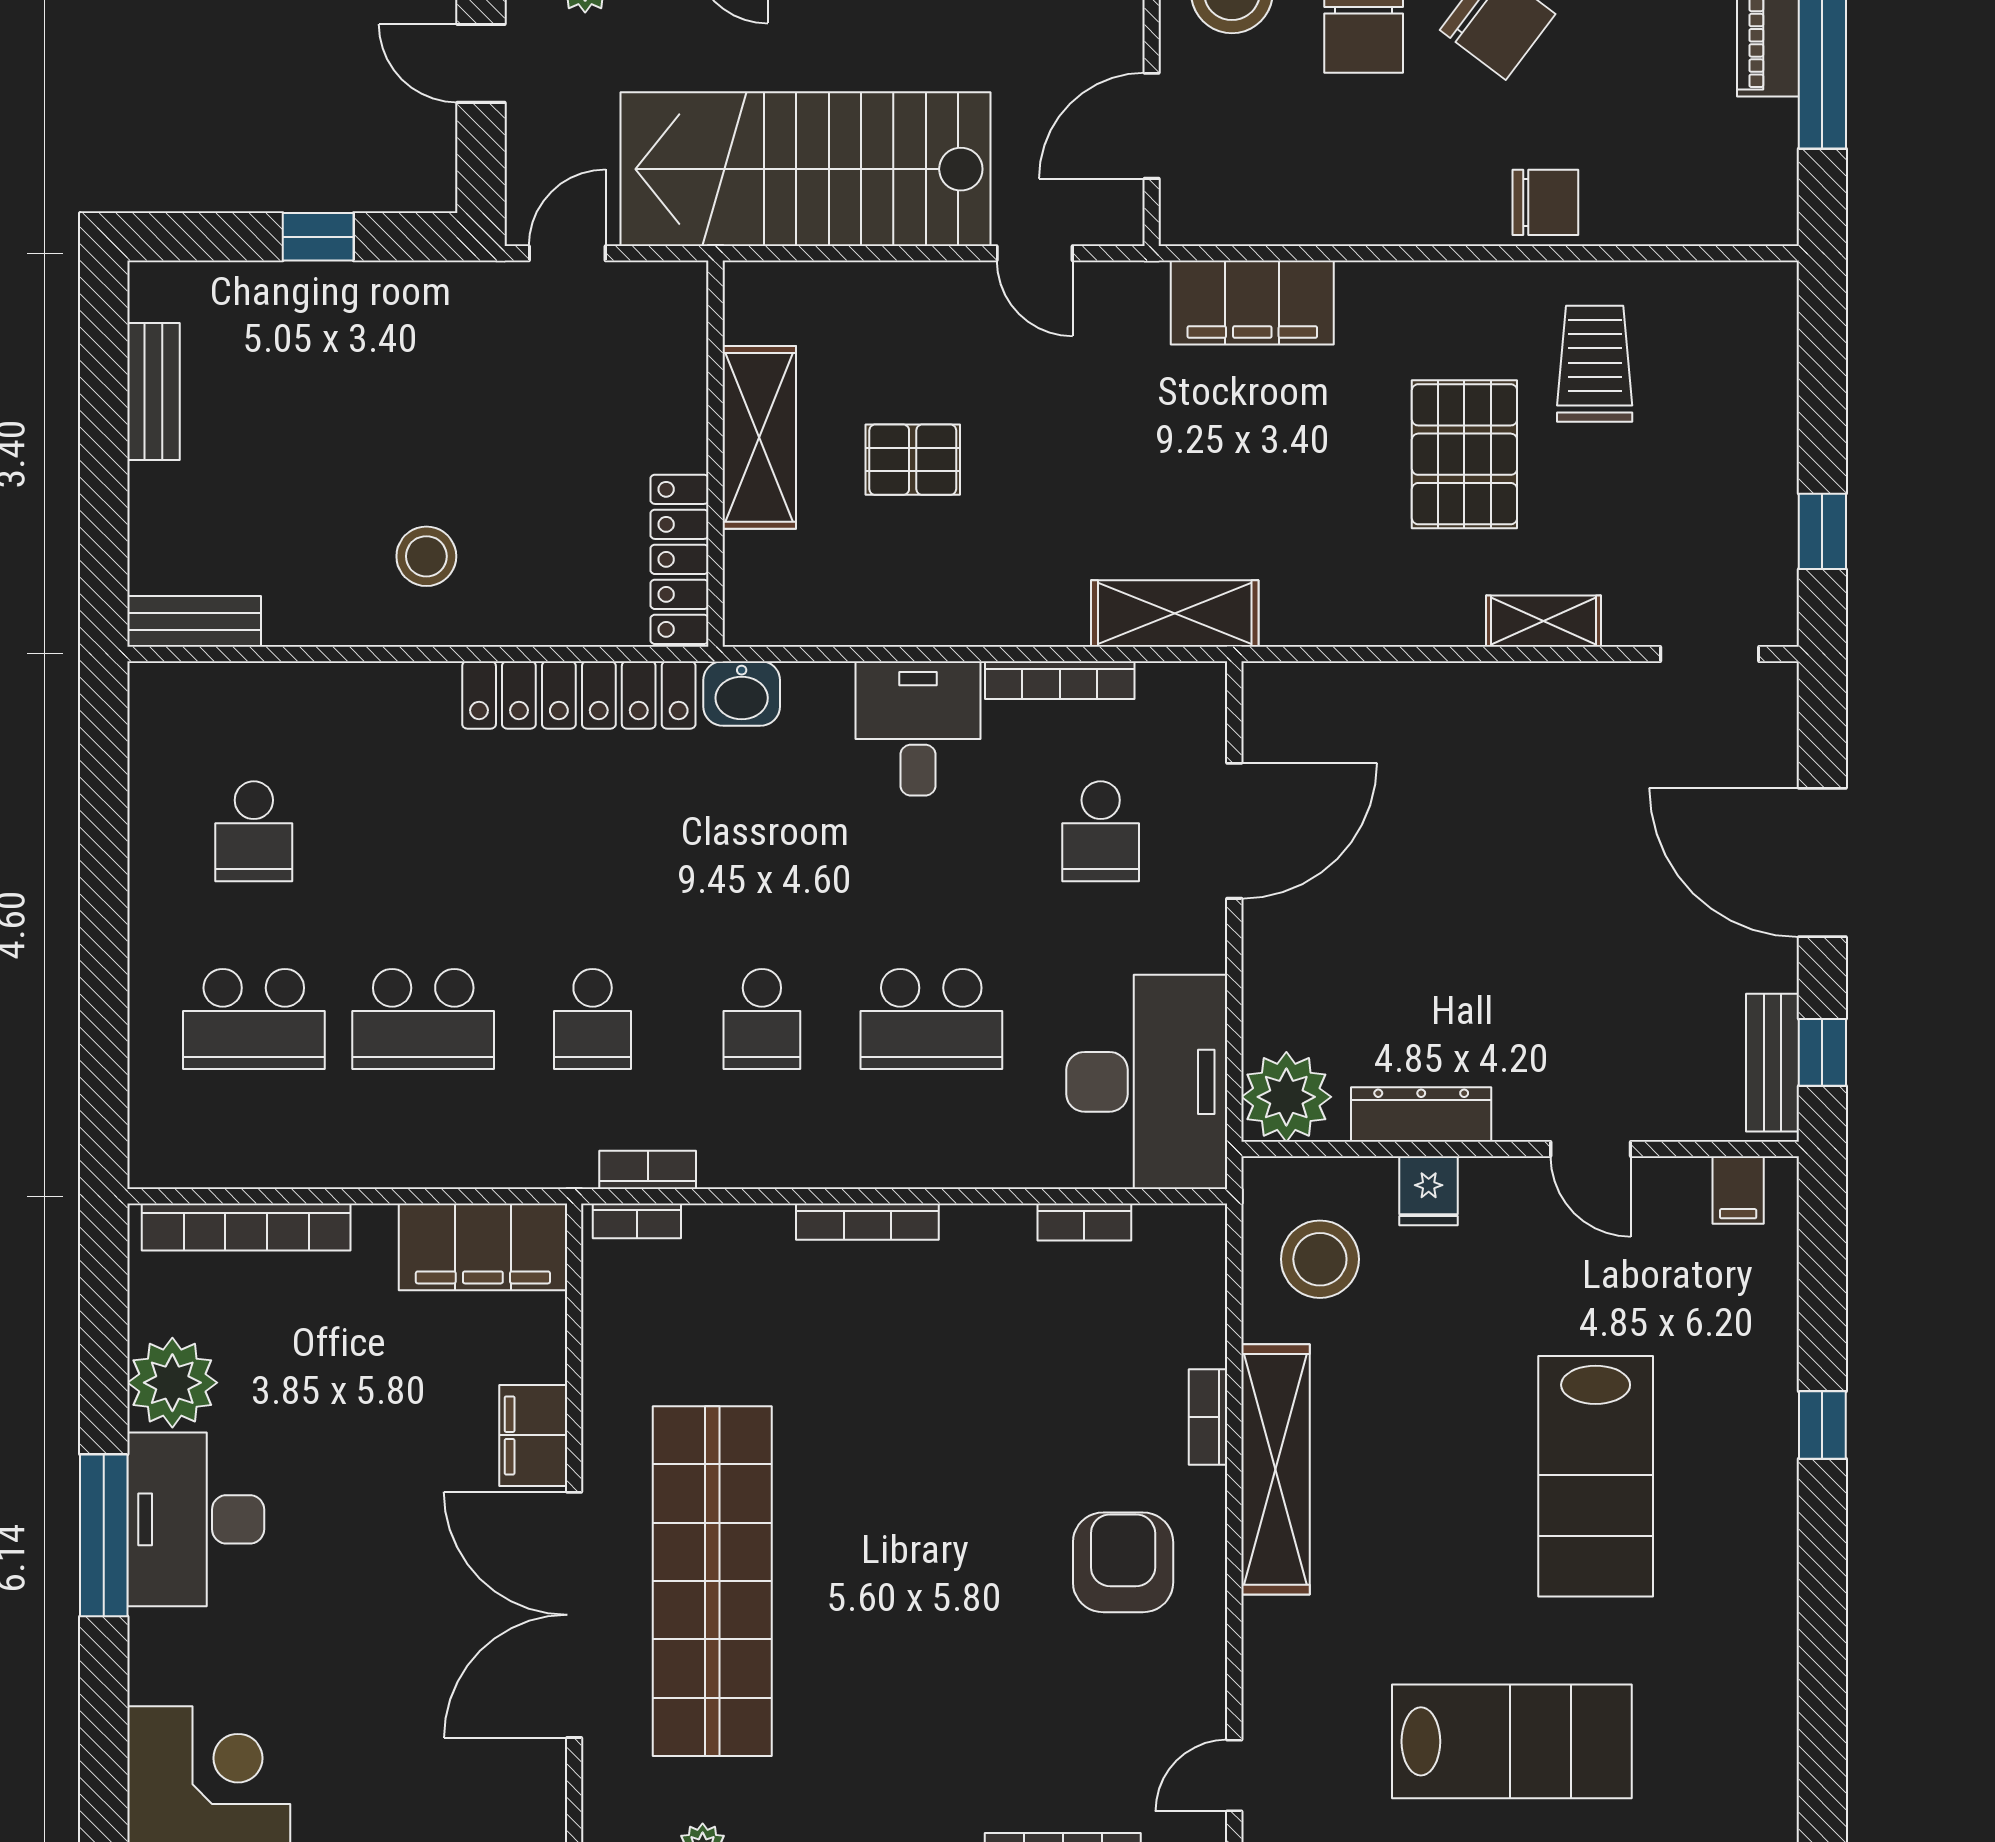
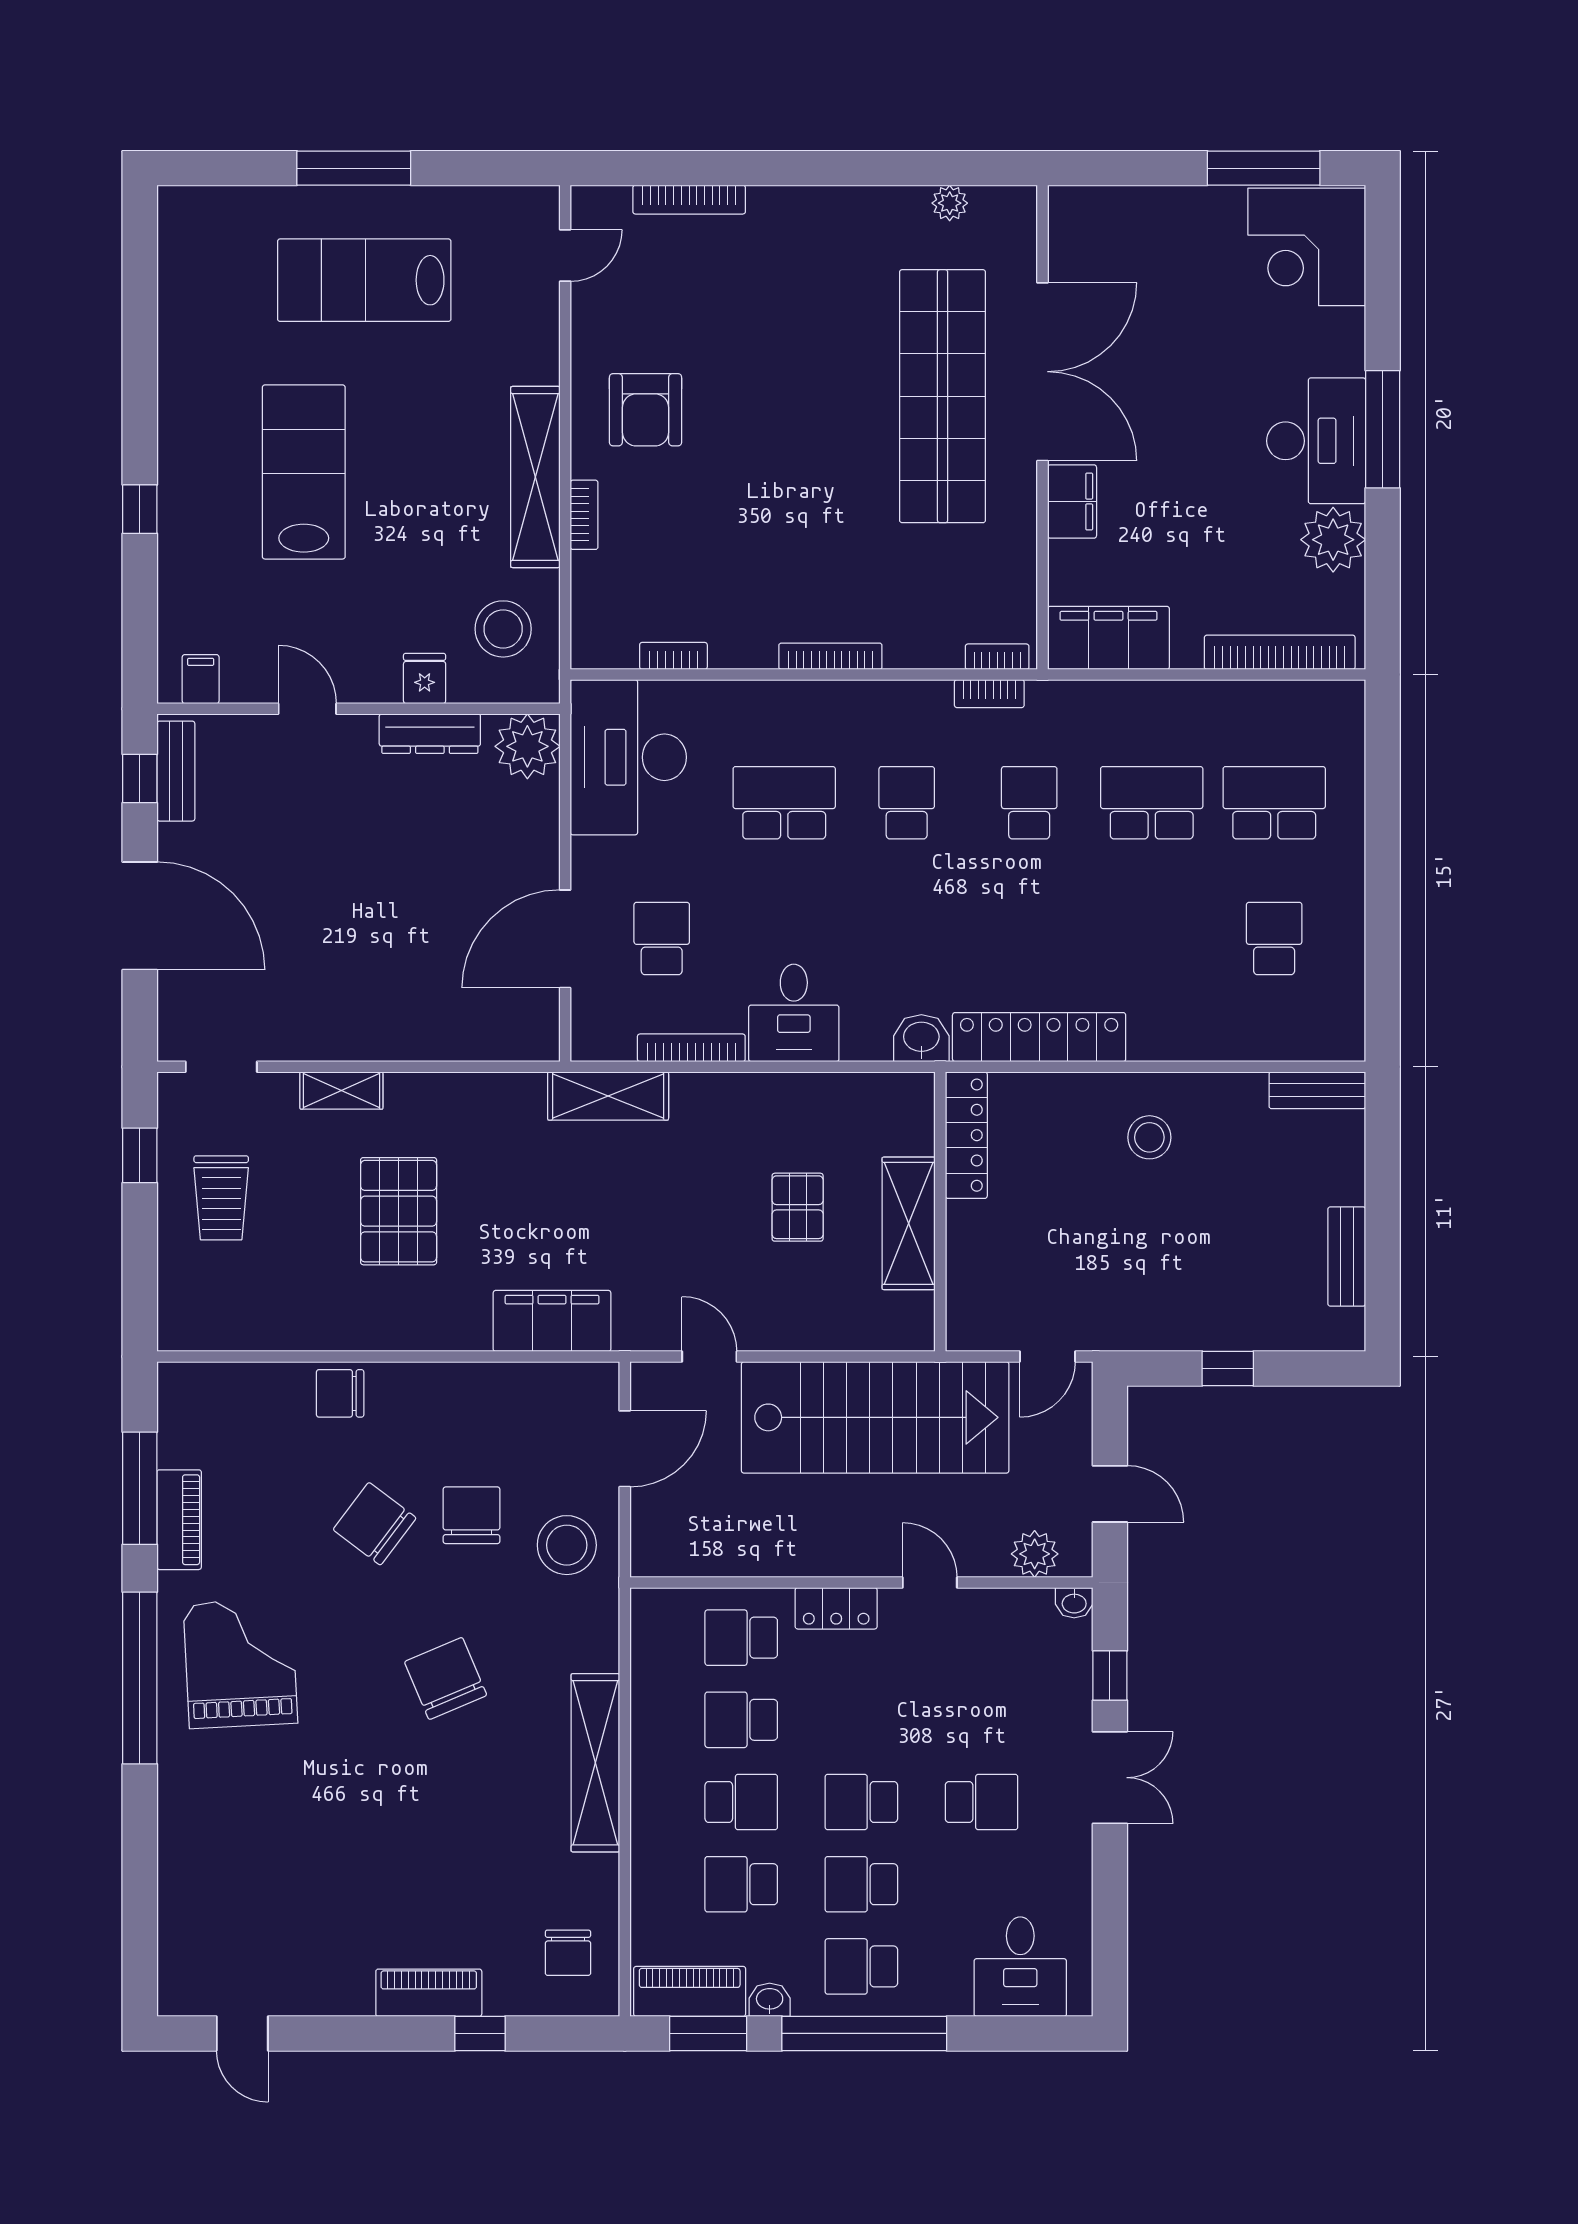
trolley: (1595, 364) -> (221, 1198), moved
pallet: (913, 460) -> (798, 1207), turned 90

